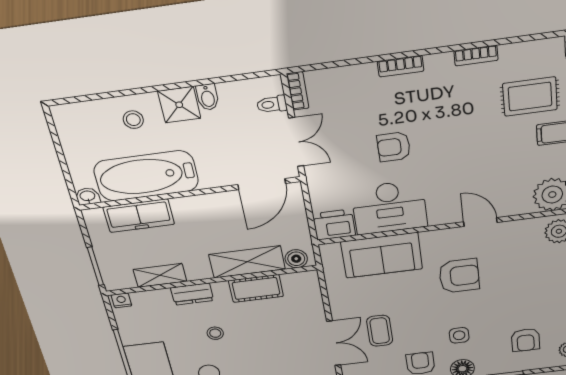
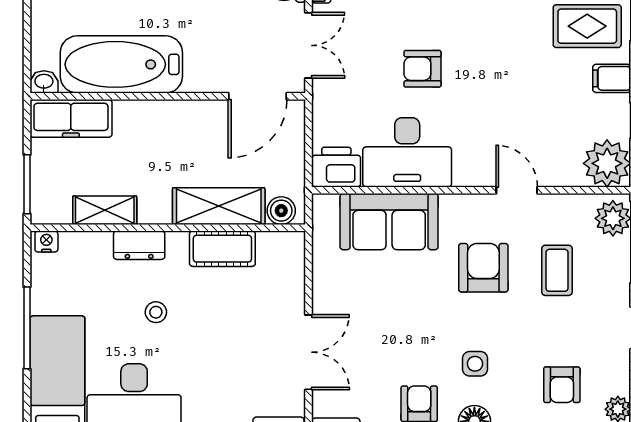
freezer: (139, 216) -> (71, 118), moved
armchair: (459, 276) -> (483, 268), turned -90
coffee table: (380, 331) -> (557, 270), moved

